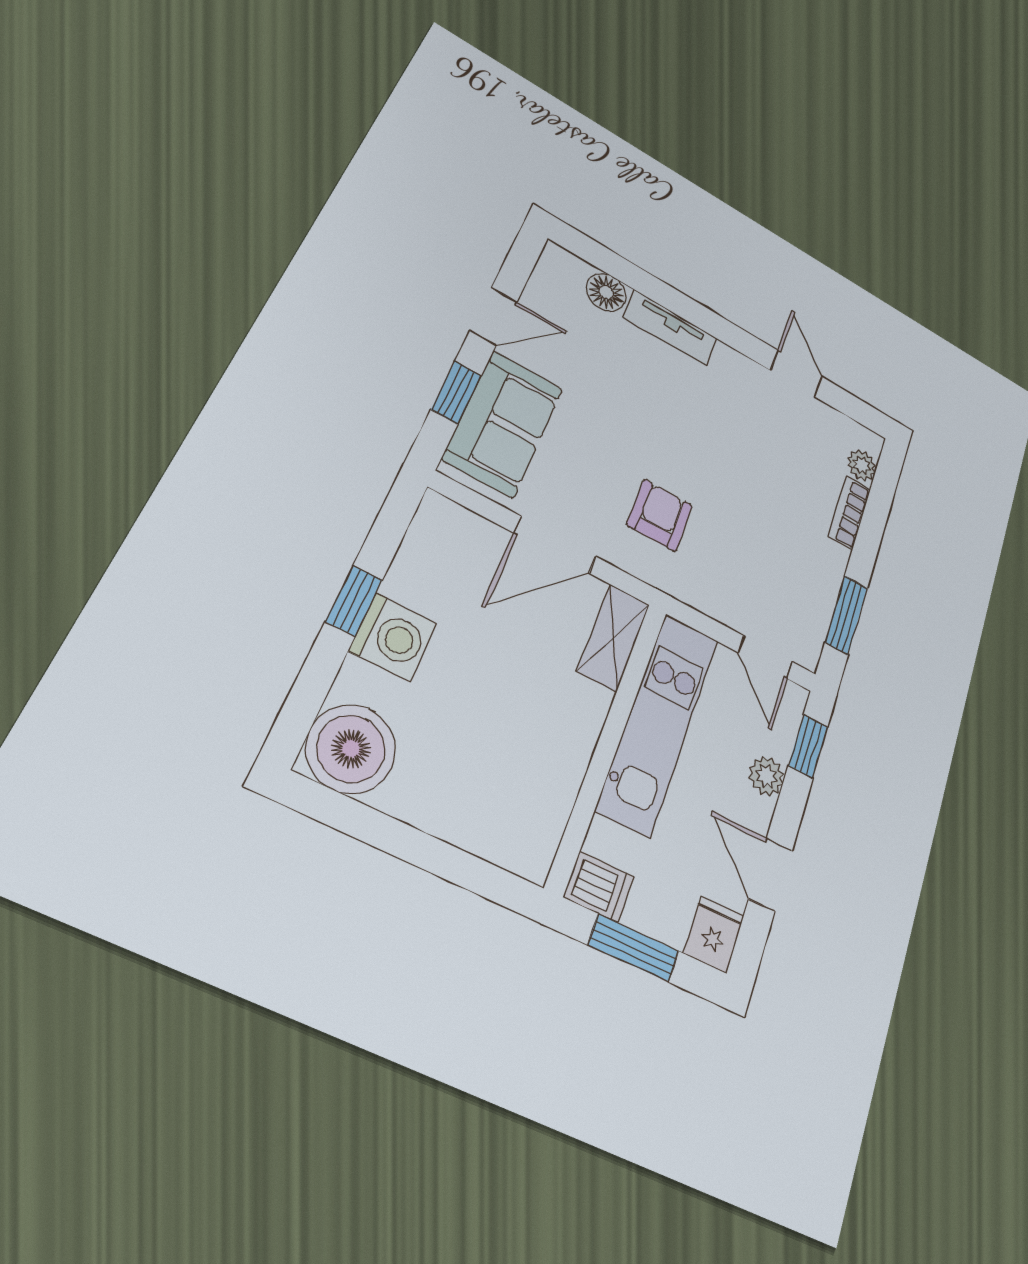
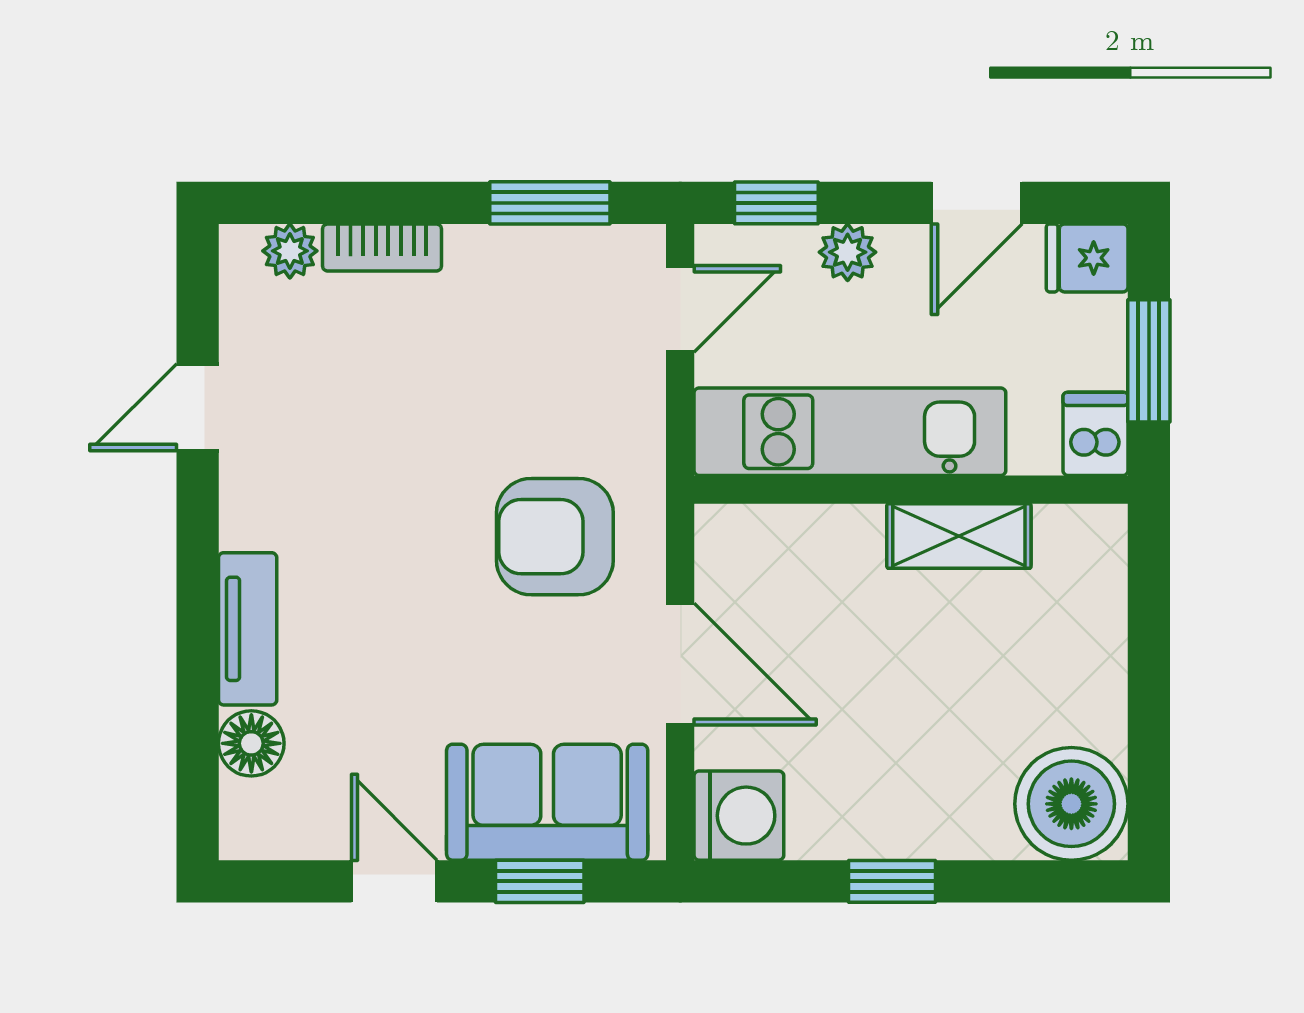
armchair: (660, 515) -> (555, 537), width x1.38, depth x1.38
washing machine: (393, 637) -> (739, 816), moved, turned 90
shelving: (613, 638) -> (959, 536), moved

